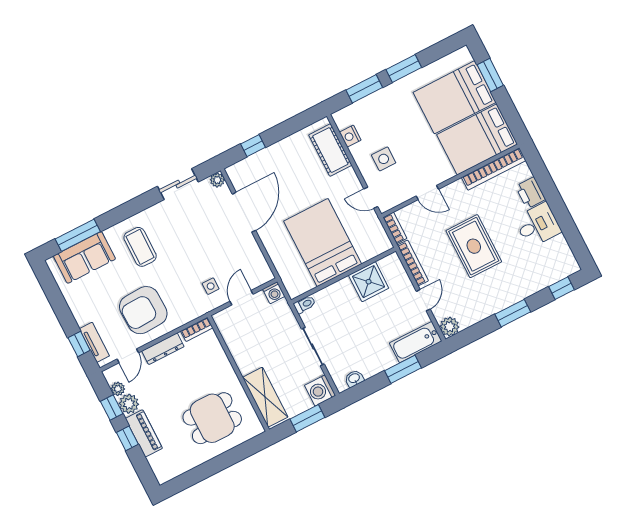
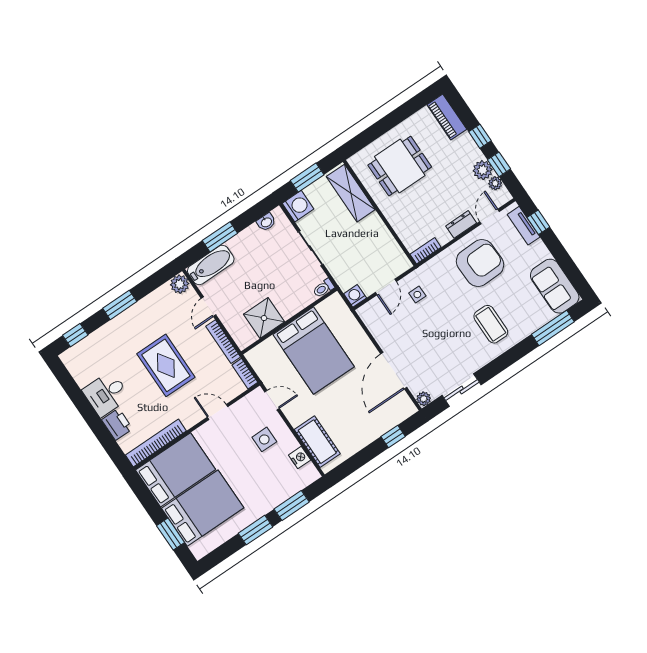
sofa: (84, 257) -> (555, 286), moved, turned -90
dresser: (163, 349) -> (461, 224), width x0.70
piano: (144, 433) -> (447, 117), moved

